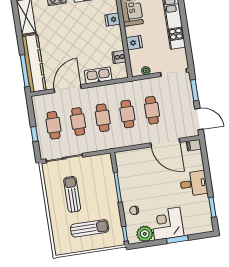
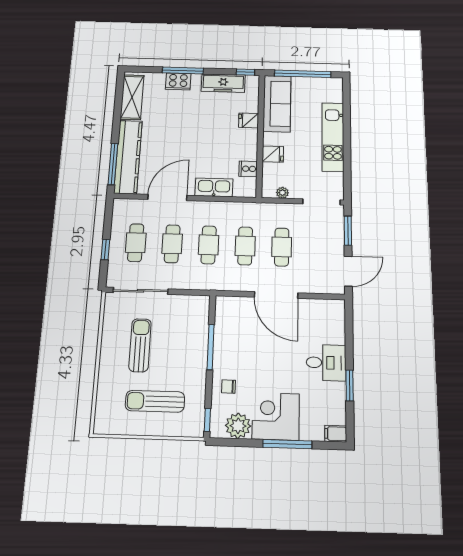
door: (199, 119) -> (348, 271), hinge flipped
door: (165, 143) -> (276, 295), moved
filing cabinet: (194, 145) -> (336, 434), moved
window: (212, 207) -> (350, 385), moved
sun lounger: (90, 228) -> (155, 401), turned 180
window: (177, 239) -> (287, 444), width x1.44

